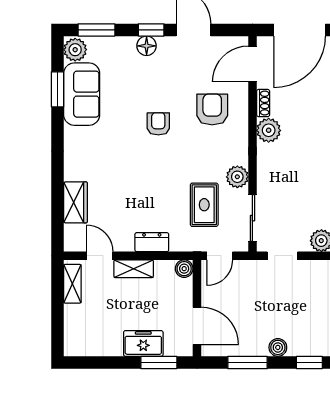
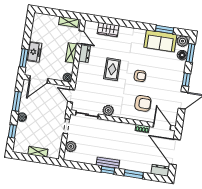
floor lamp: (147, 46) -> (182, 55), moved
plant: (269, 130) -> (128, 129), removed
rug: (204, 205) -> (112, 69), moved, turned 90
dresser: (152, 242) -> (84, 54), moved
door: (100, 256) -> (80, 37), hinge flipped

